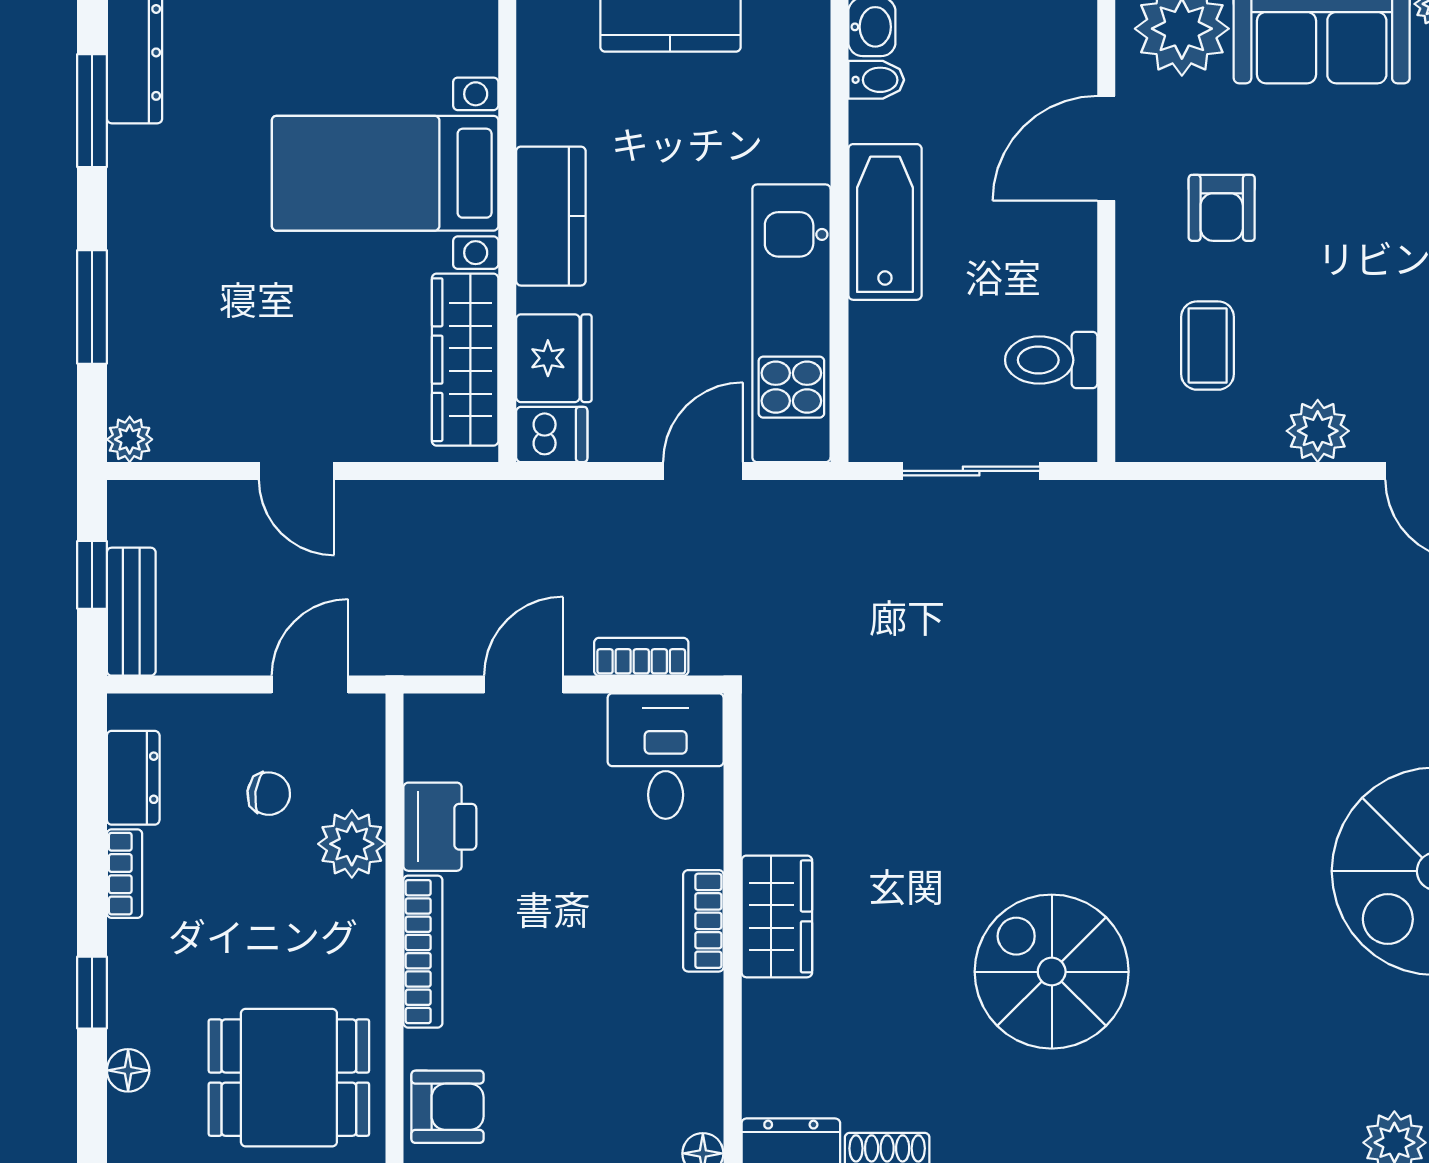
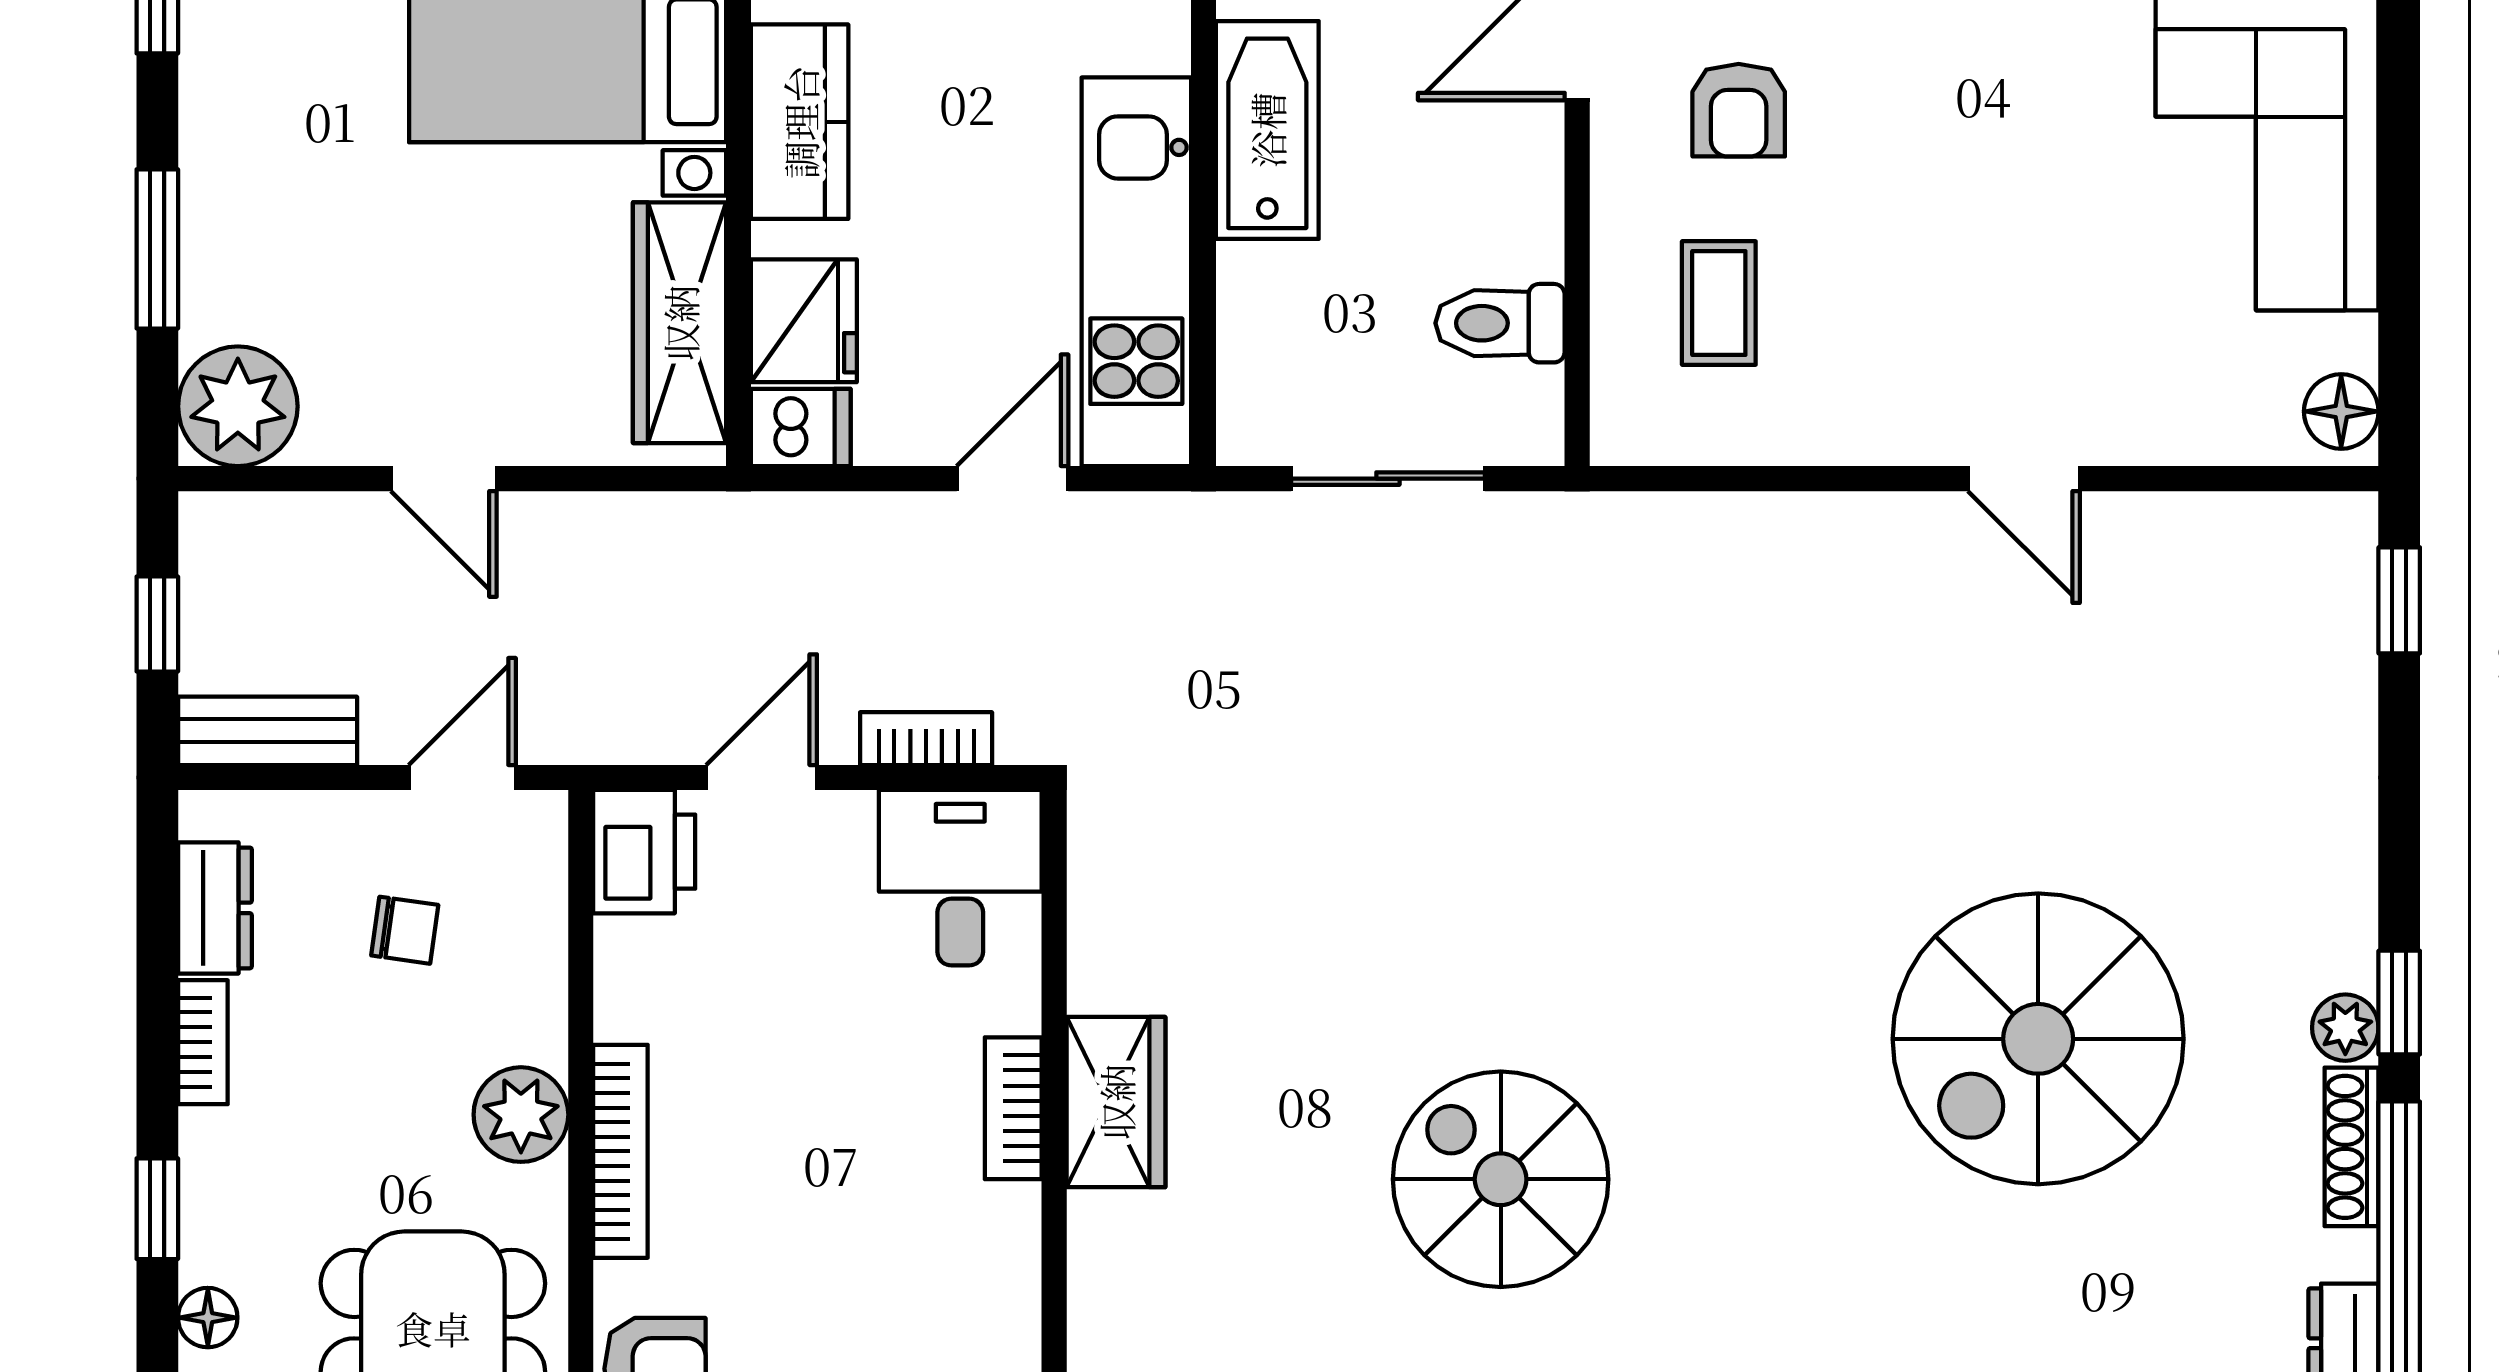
plant: (1318, 431) -> (1873, 423), removed
plant: (130, 439) -> (238, 406), width x1.88, depth x1.88
bench: (131, 612) -> (268, 731), moved, turned 90
printer: (440, 827) -> (644, 852), moved
plant: (352, 844) -> (521, 1115), moved

